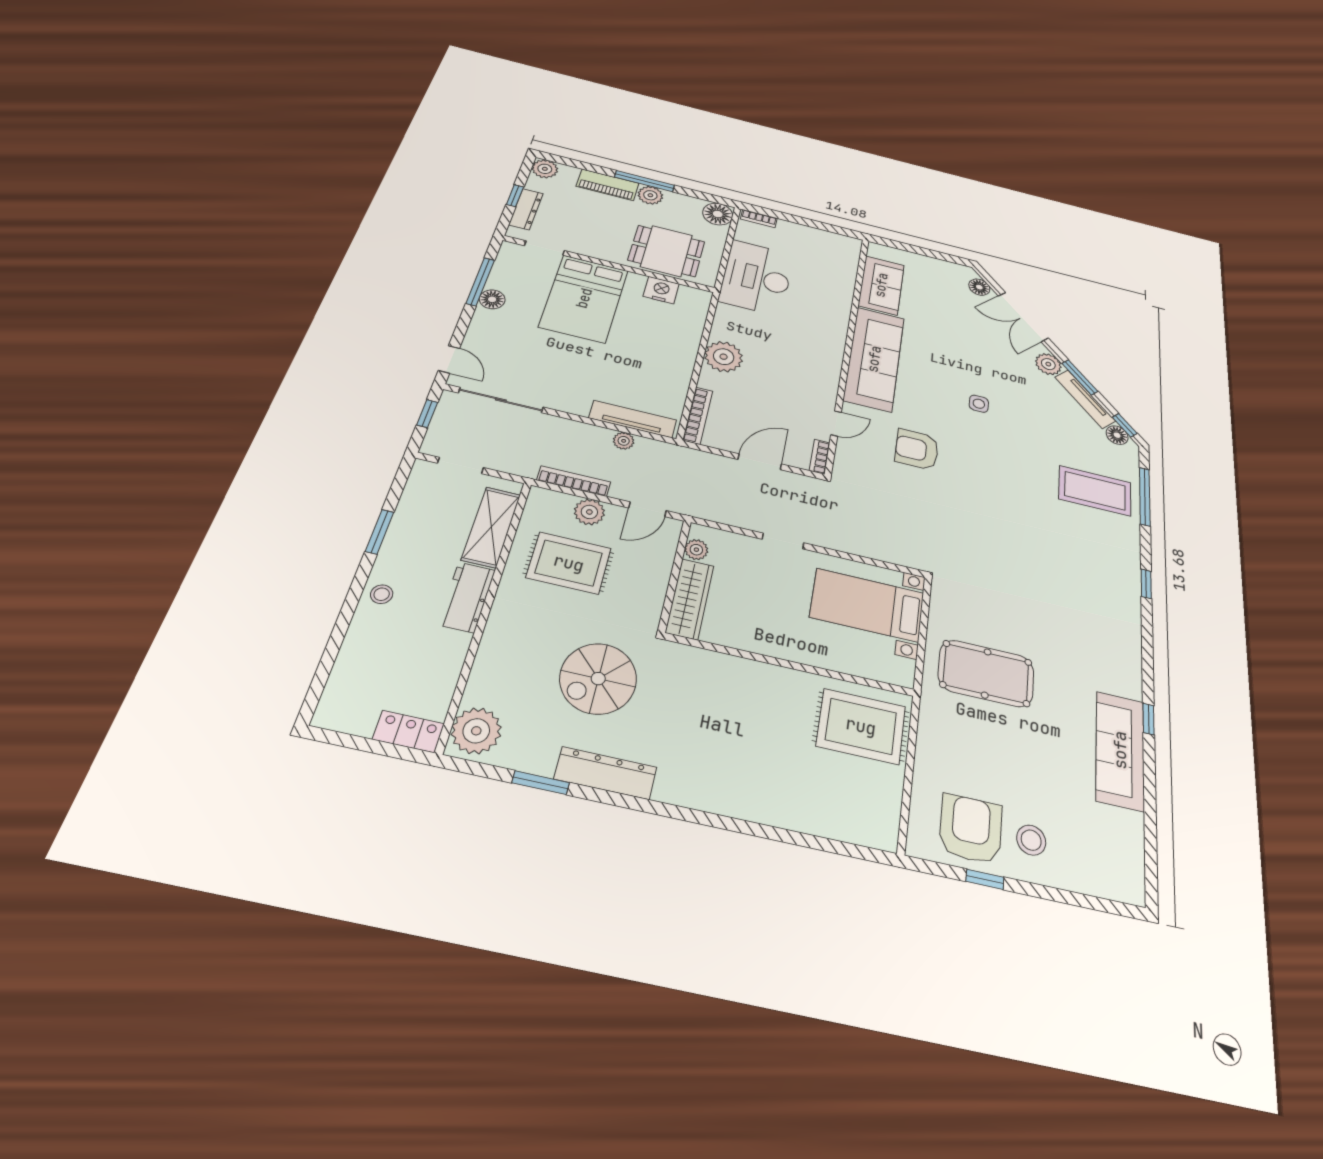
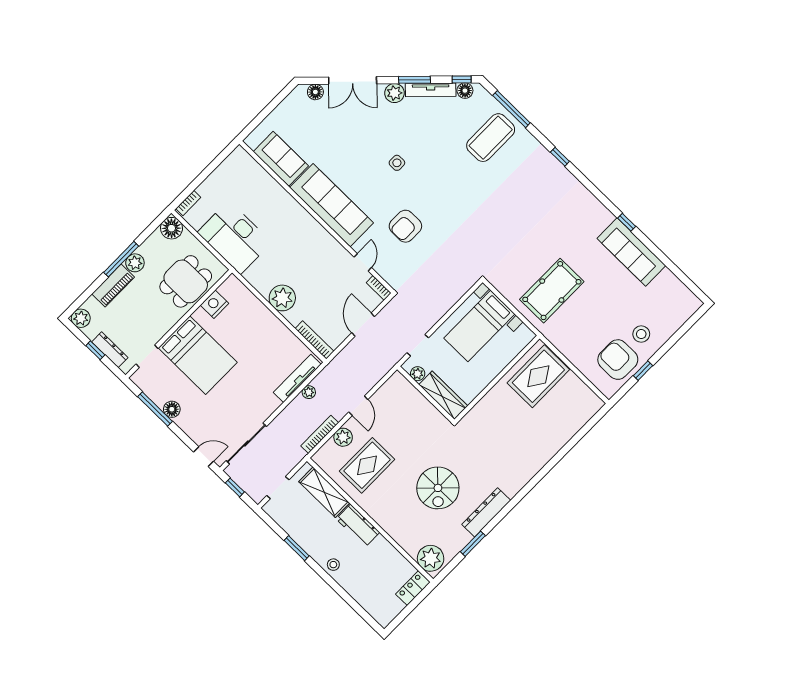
plant: (696, 550) -> (418, 374), moved
wall: (675, 575) -> (426, 394), moved
wardrobe: (690, 599) -> (443, 395), moved

